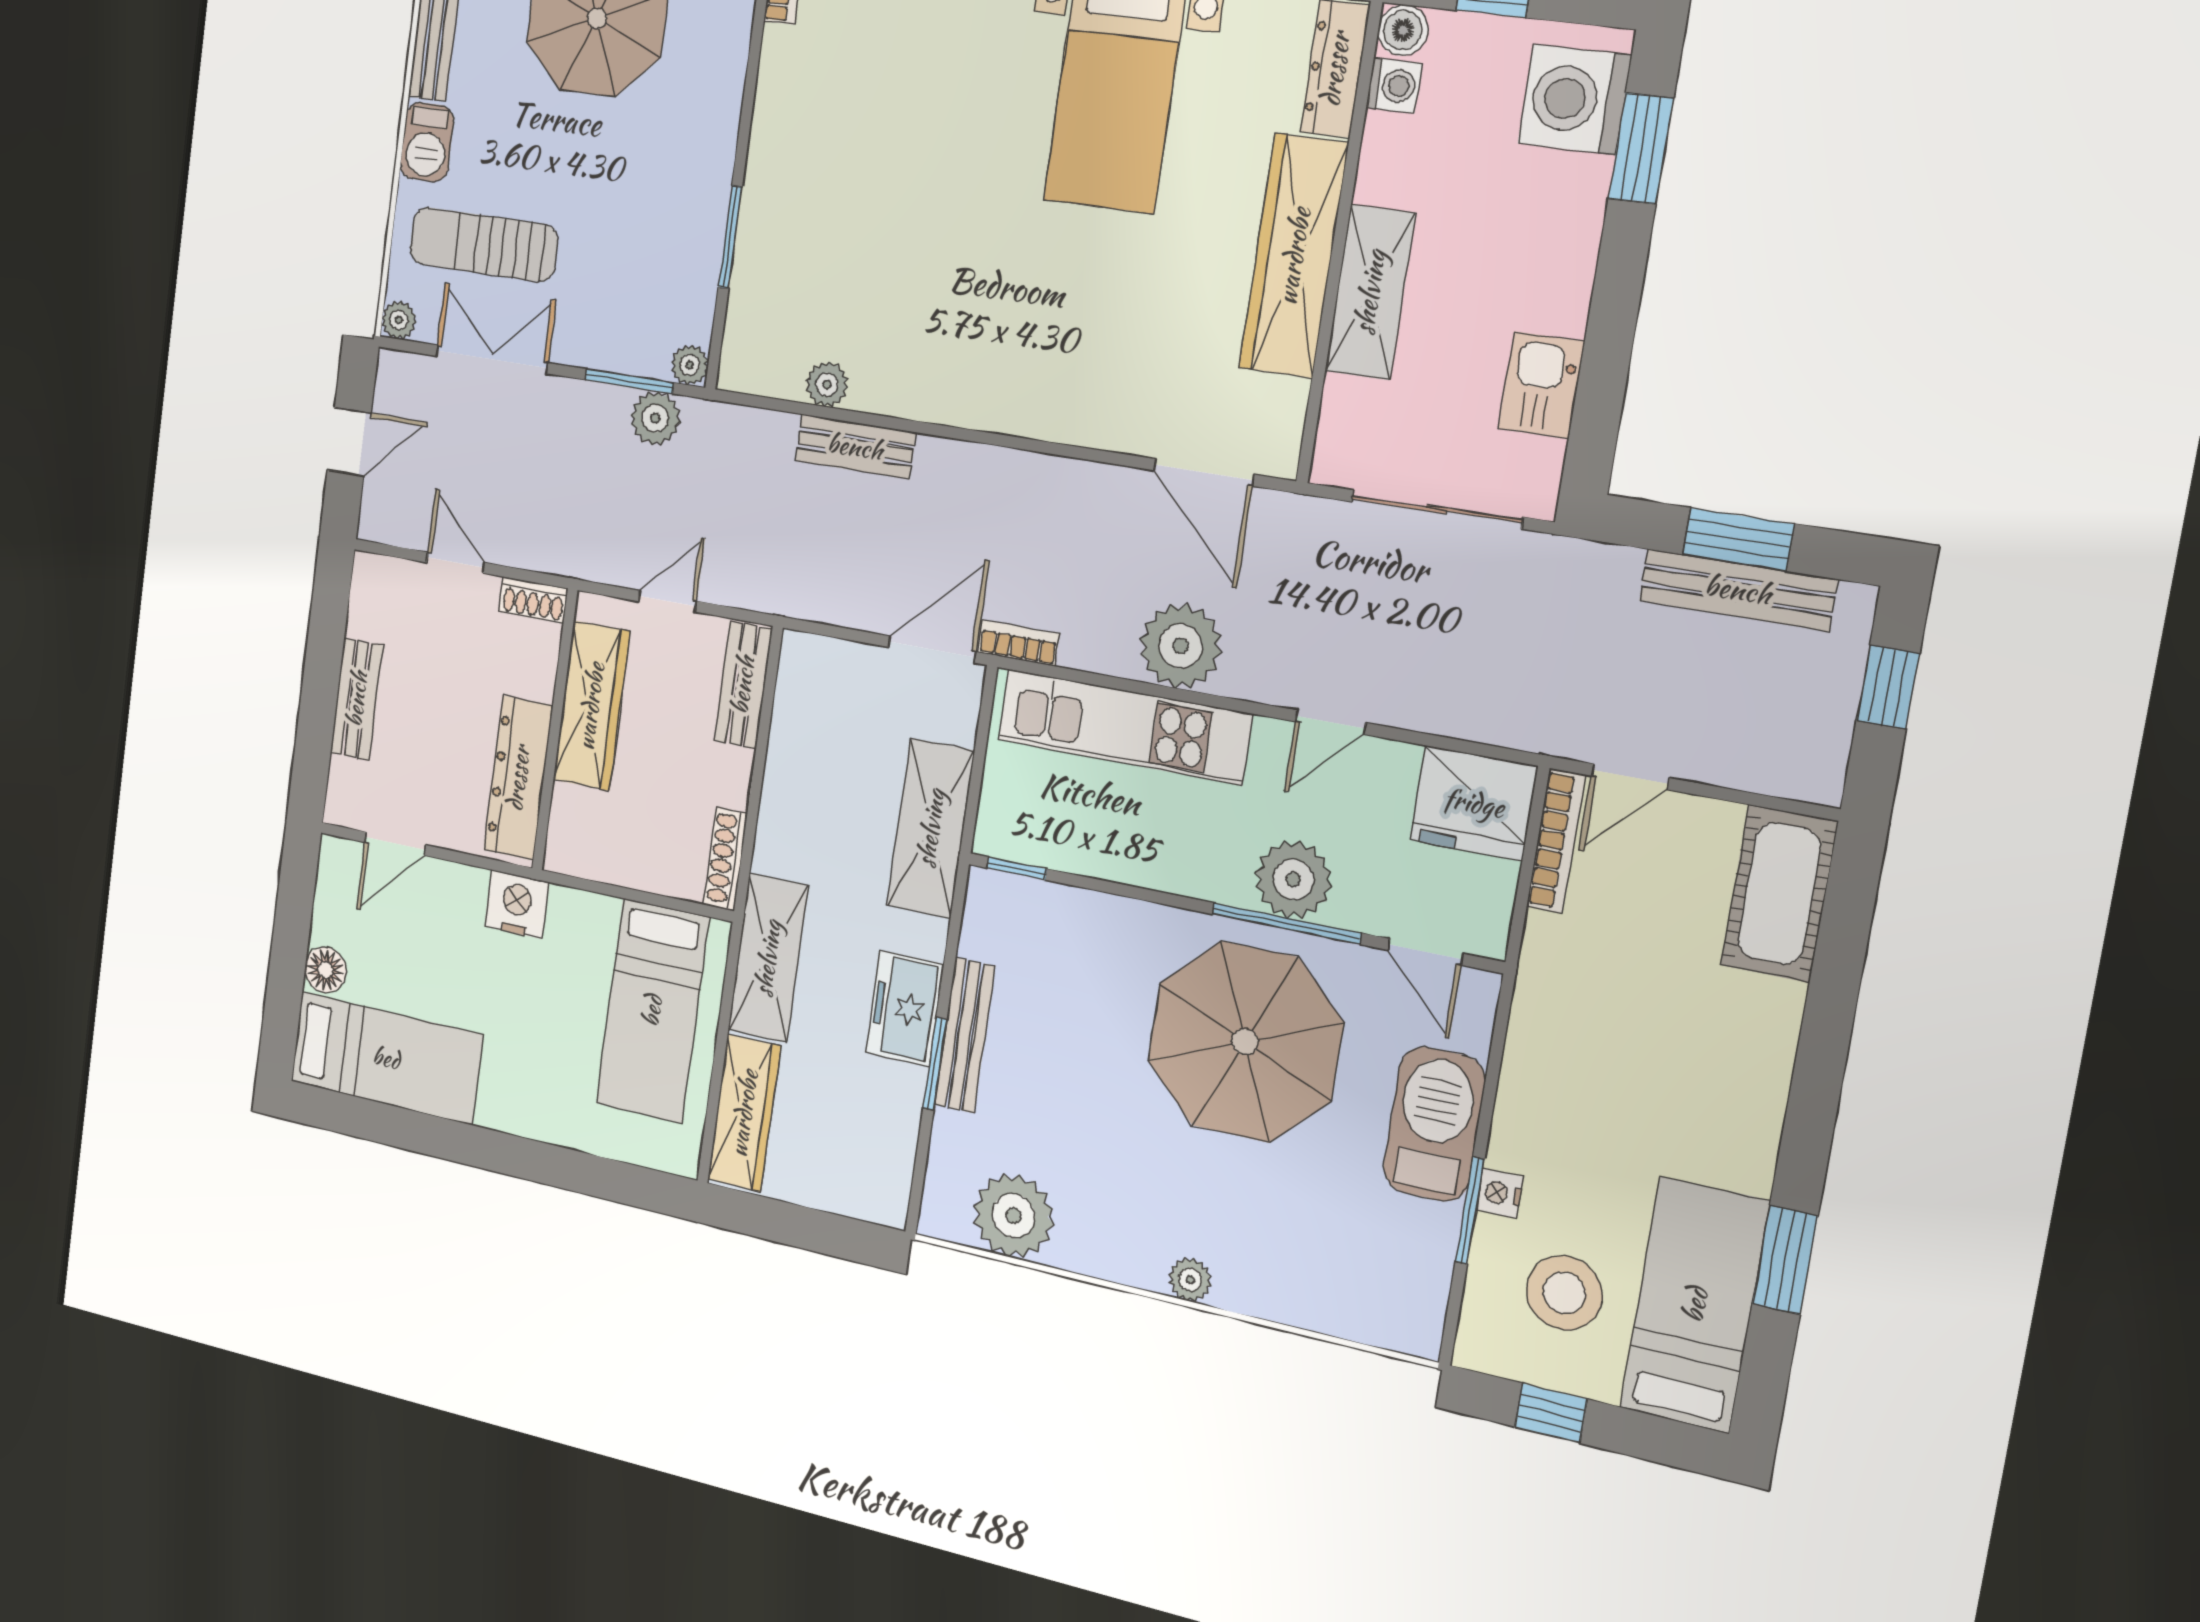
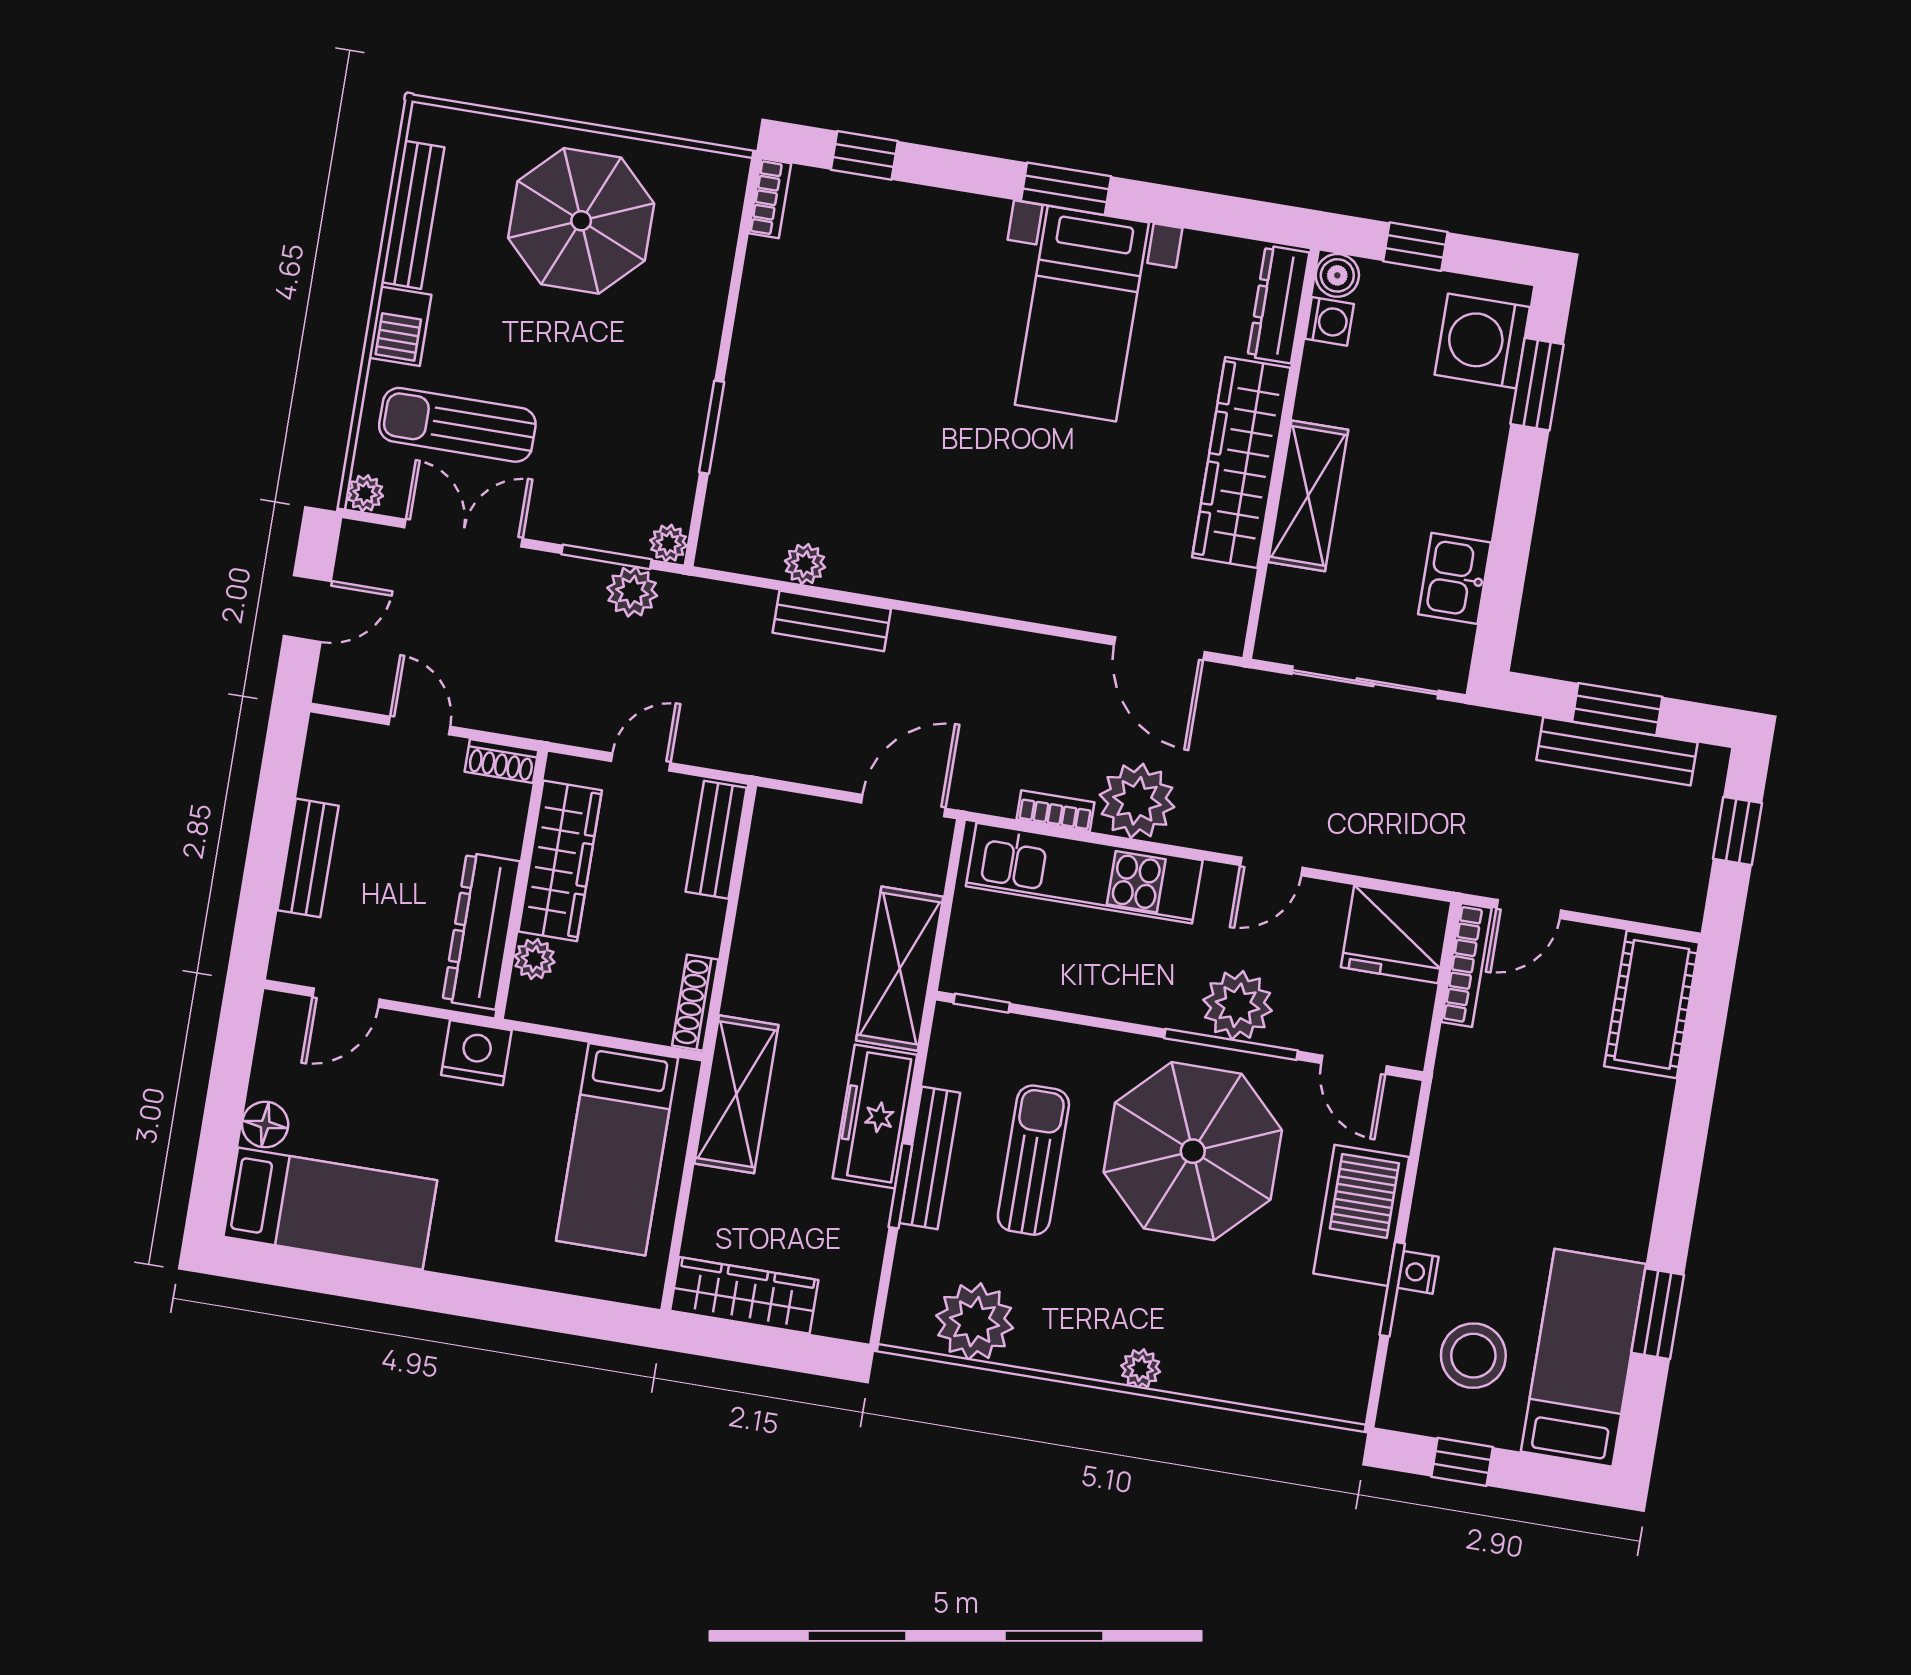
bookcase: (1018, 643) -> (1056, 811), moved
plant: (569, 808) -> (534, 959), added
freezer: (905, 1008) -> (875, 1117), width x1.40
sun lounger: (1073, 1043) -> (1033, 1160), added
wardrobe: (744, 1113) -> (744, 1295), moved, turned -90

